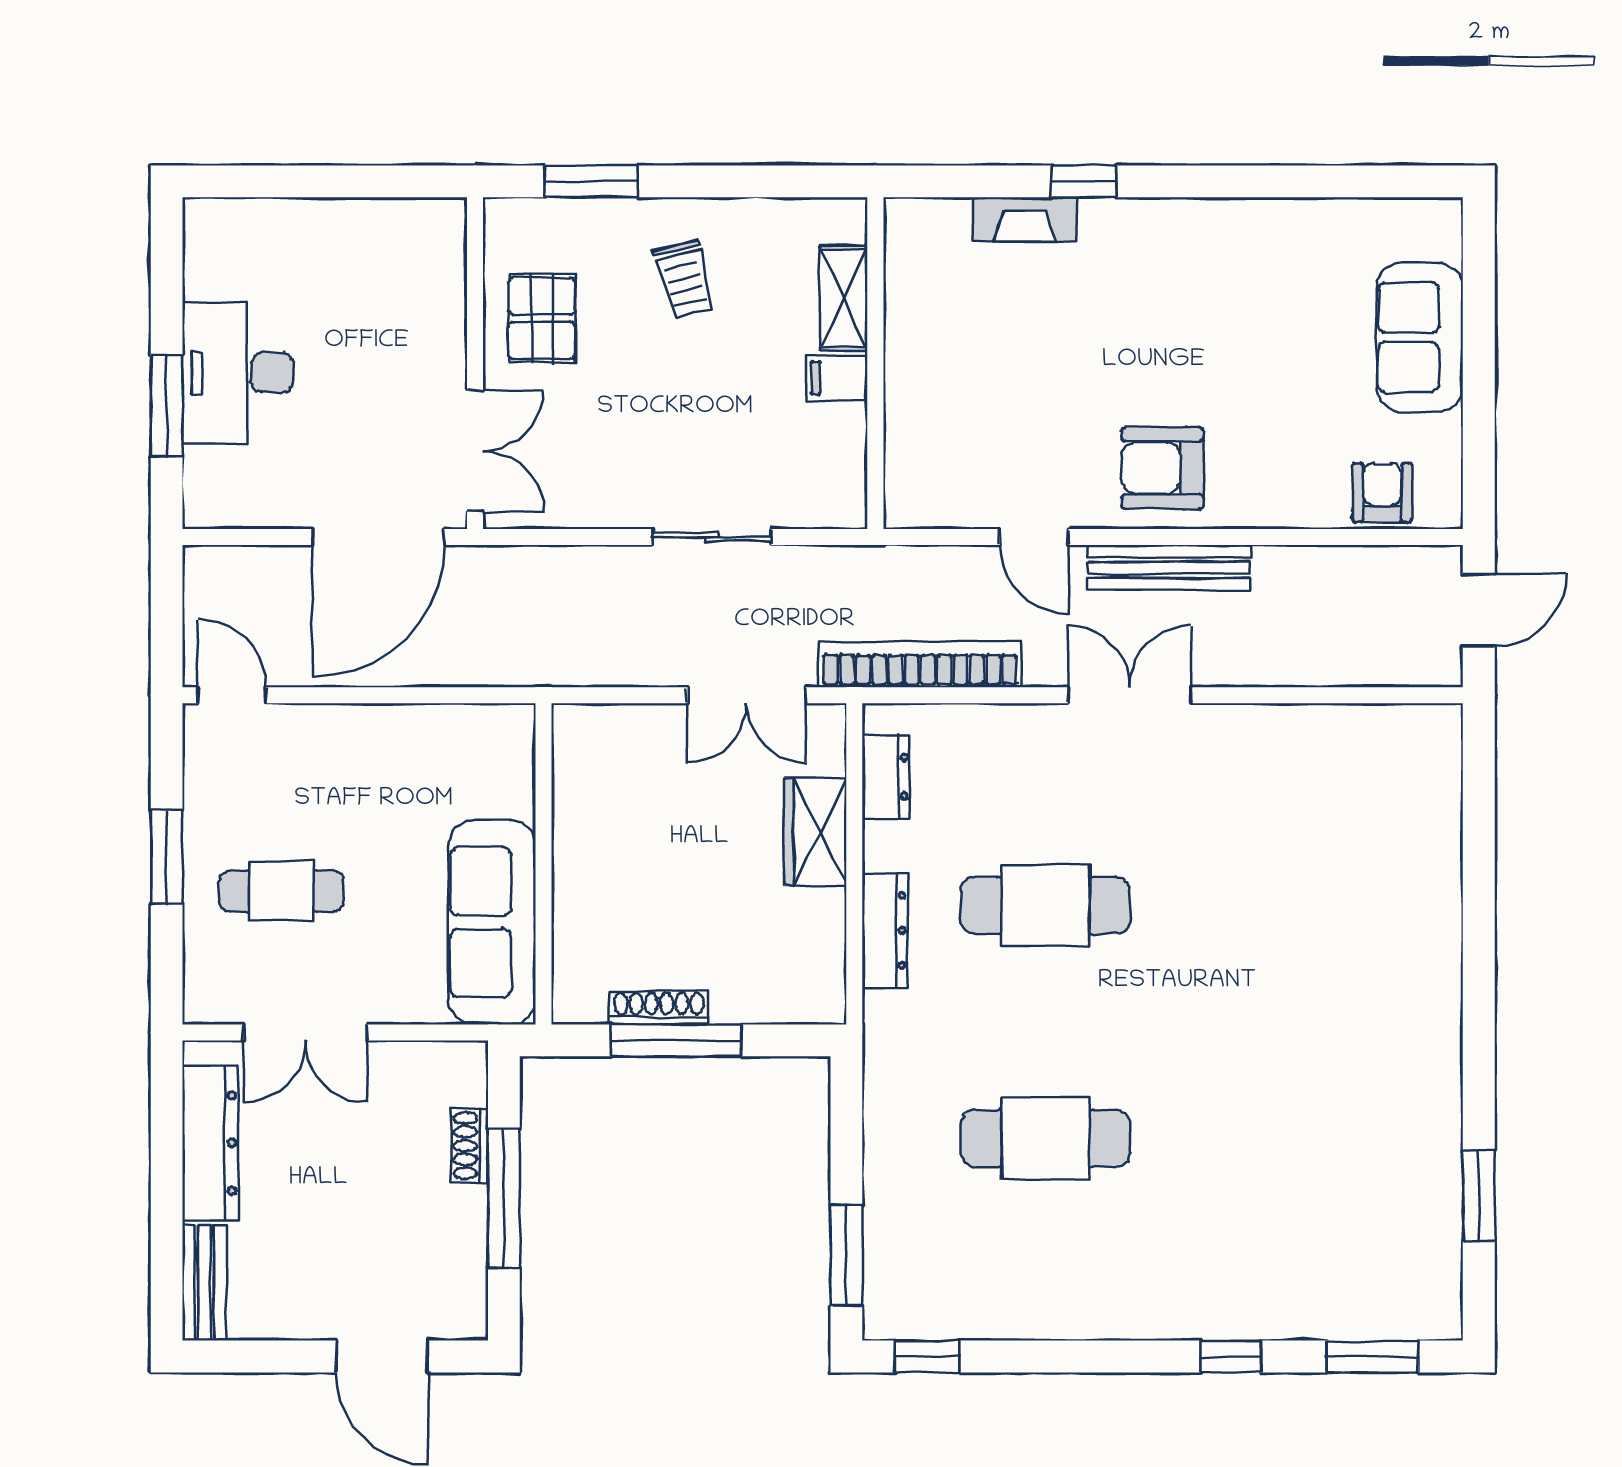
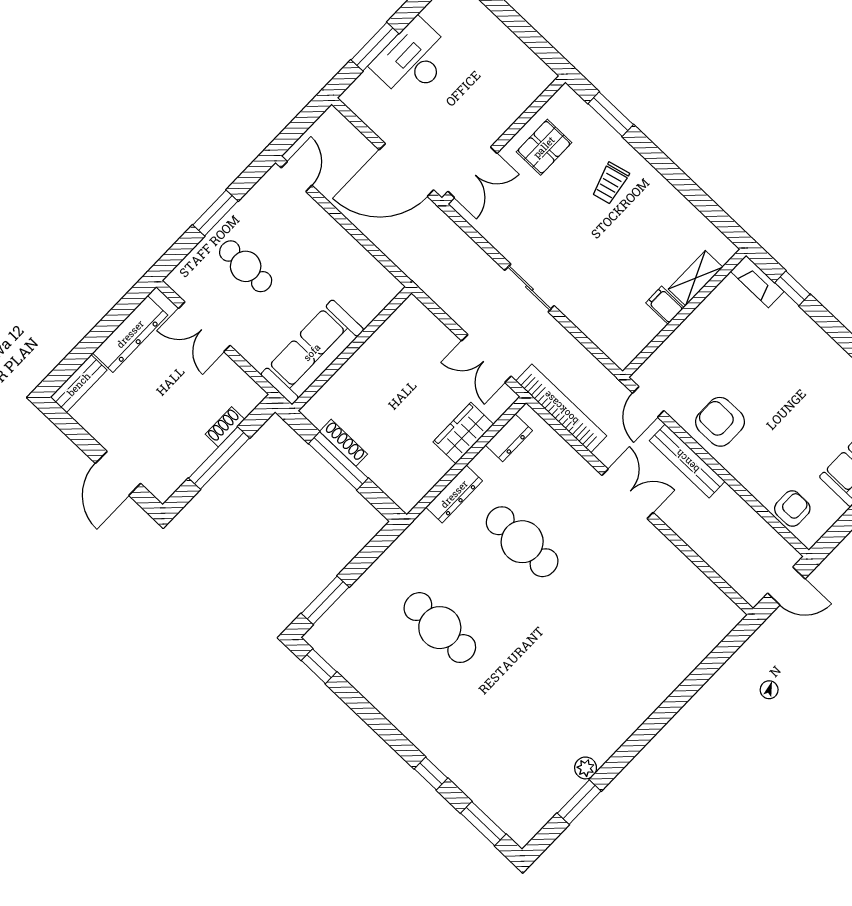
shelving: (844, 298) -> (696, 278), moved
wall: (875, 363) -> (684, 313), moved
filing cabinet: (837, 378) -> (665, 305), moved
plant: (1442, 1139) -> (586, 768), added

